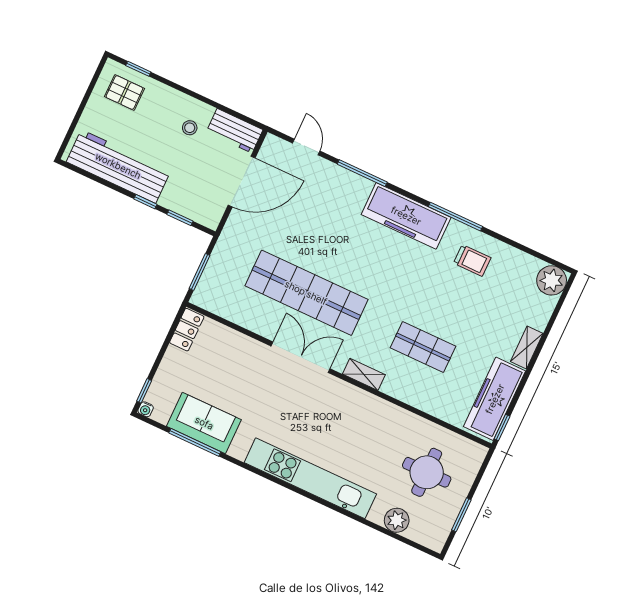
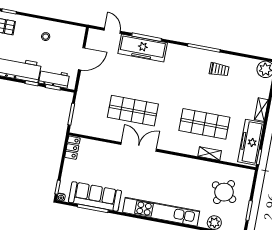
workbench: (235, 131) -> (54, 79), moved, turned 180
door: (242, 182) -> (82, 59), width x0.73
freezer: (406, 216) -> (143, 48), moved
shop shelf: (306, 293) -> (133, 111), width x0.71
shop shelf: (423, 347) -> (204, 124), width x1.43, depth x1.36
shelving: (364, 374) -> (210, 154), moved
sofa: (204, 423) -> (95, 196), width x1.36
round table: (427, 472) -> (224, 192), turned 30

